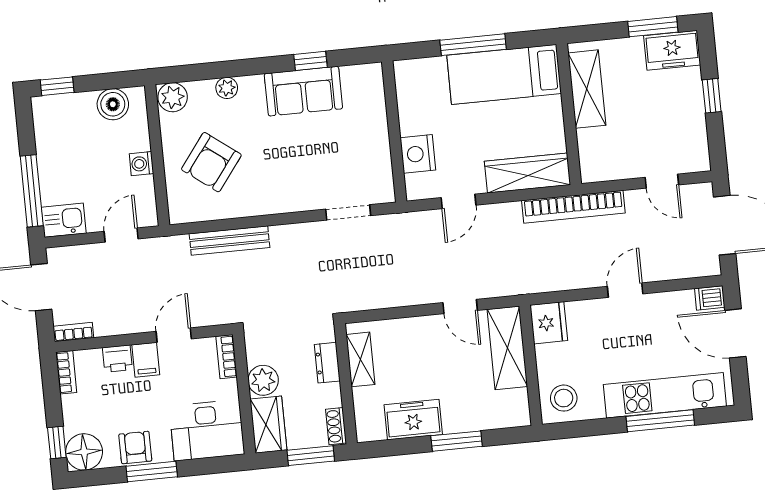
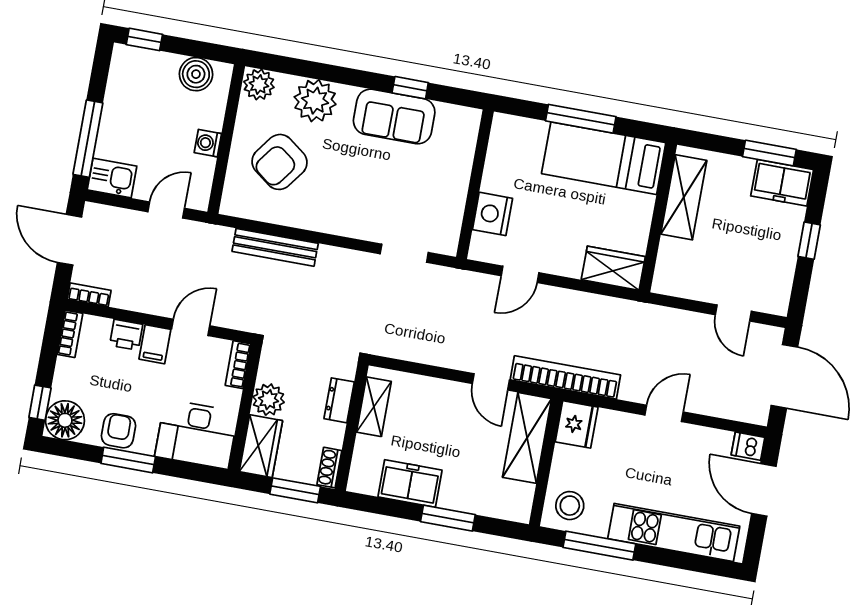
plant: (227, 88) -> (315, 101), width x1.87, depth x1.87
wardrobe: (528, 173) -> (613, 268), width x0.67
bookcase: (573, 207) -> (565, 377), moved, turned 180
window: (660, 421) -> (599, 546), moved

